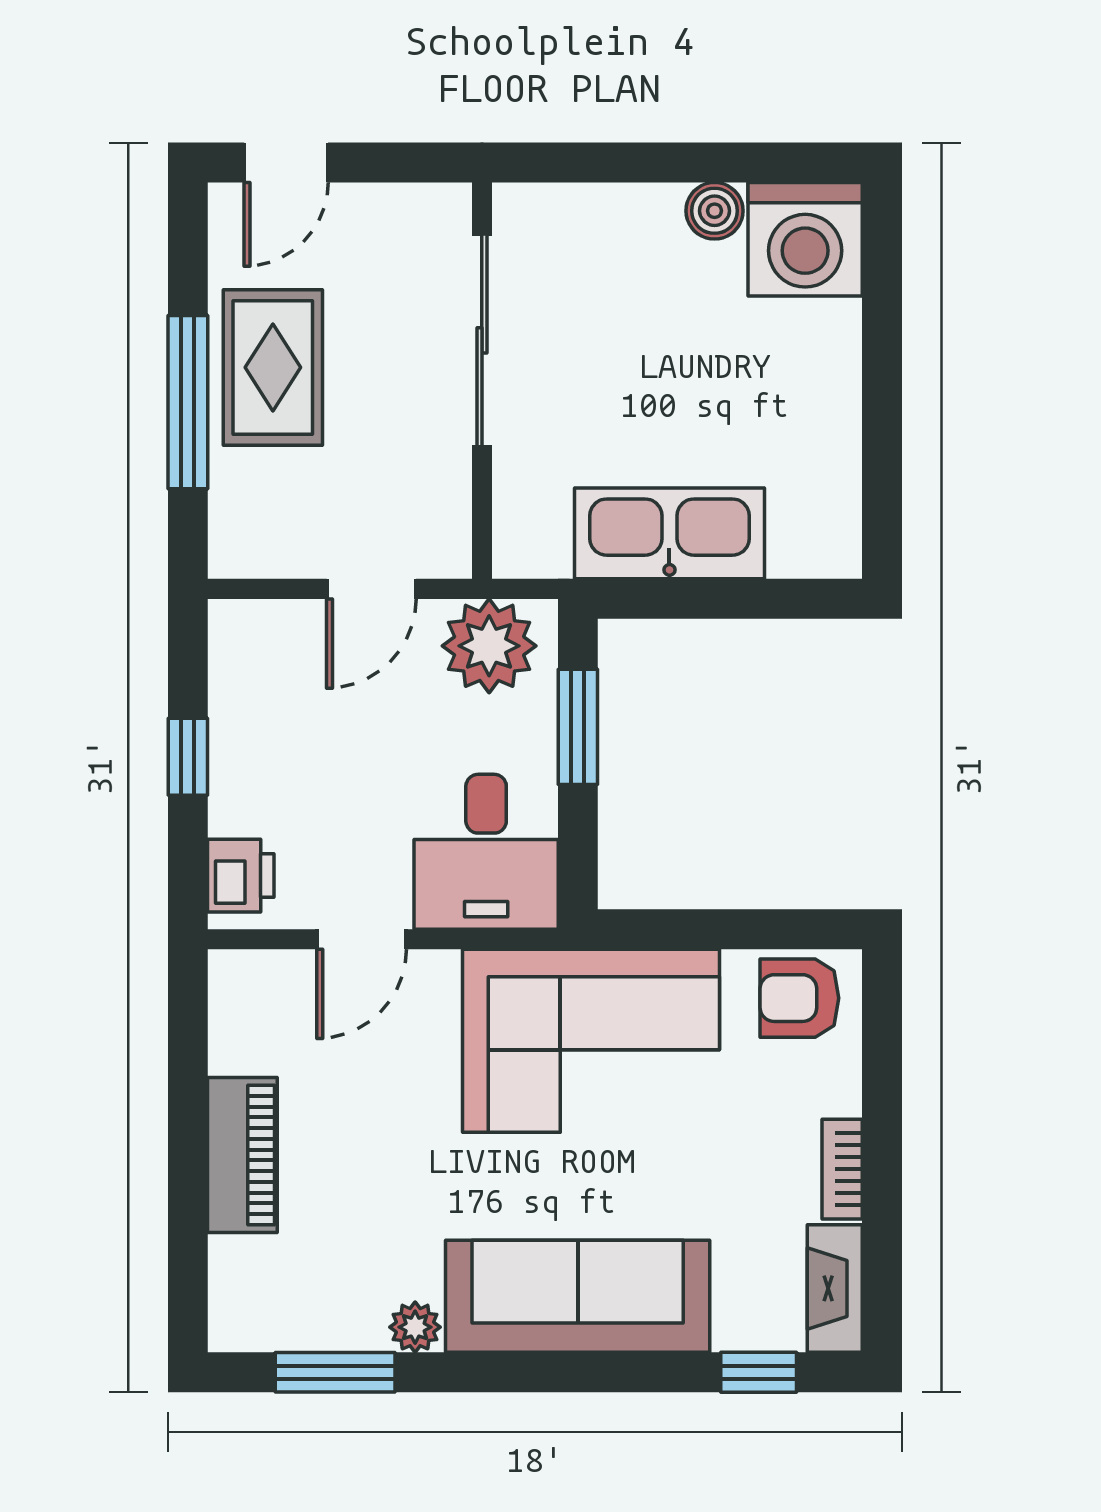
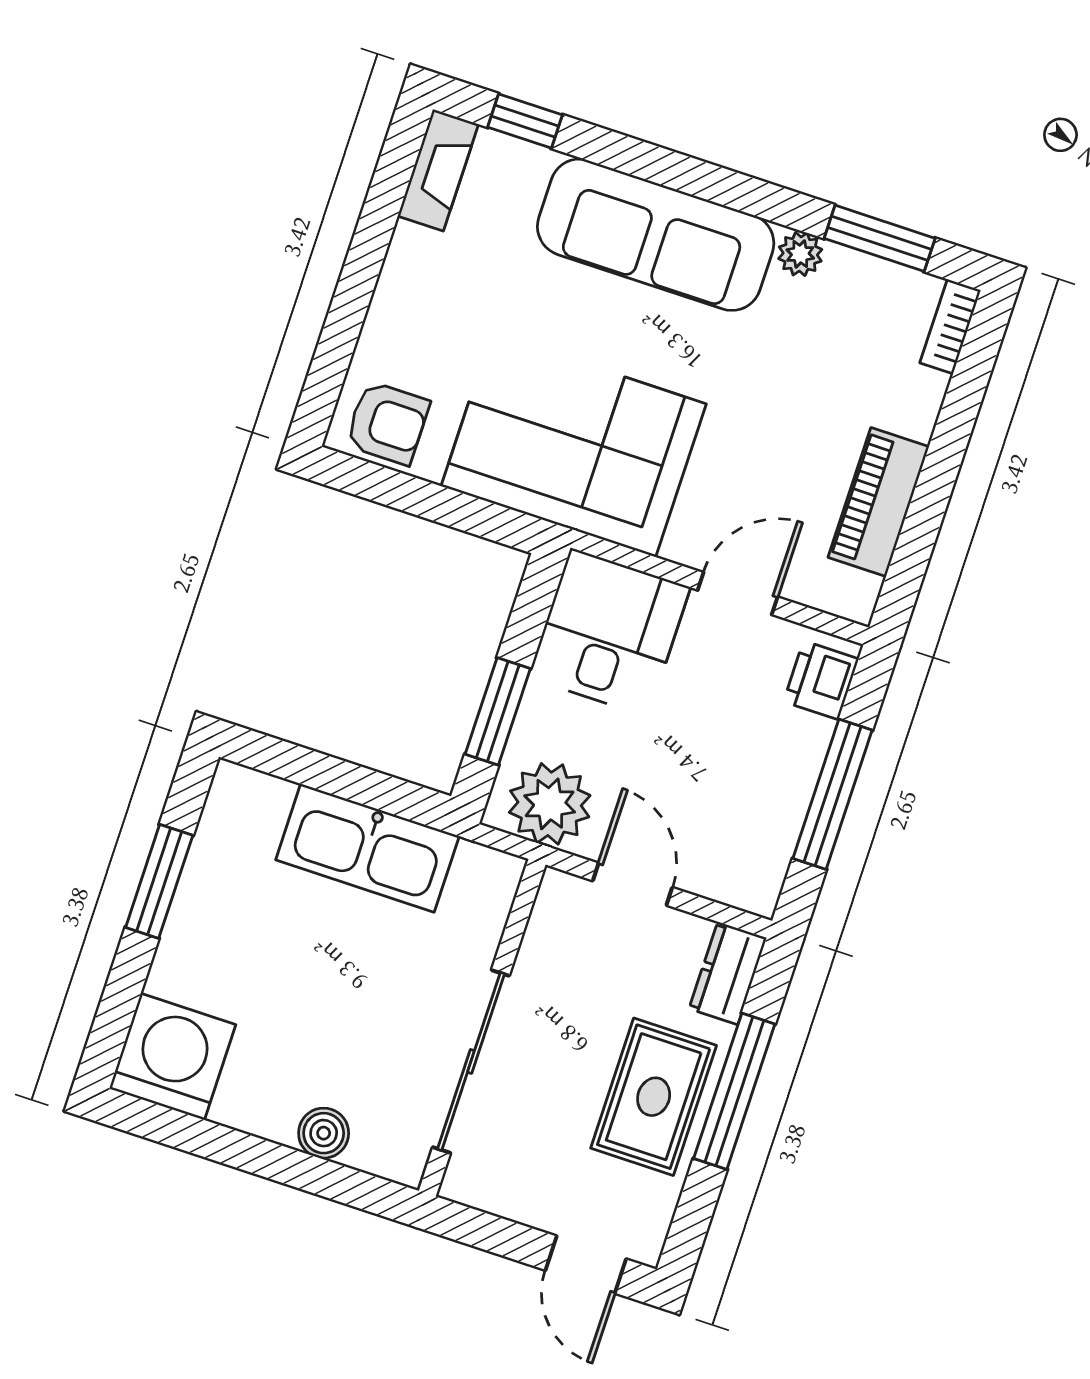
door: (286, 163) -> (586, 1265), swing flipped
boiler: (715, 211) -> (324, 1133), moved
window: (882, 423) -> (159, 881), added
dresser: (237, 527) -> (728, 973), added
door: (371, 589) -> (632, 884), hinge flipped
window: (188, 757) -> (833, 794), width x2.17
piano: (242, 1155) -> (879, 502), moved
bookcase: (842, 1169) -> (950, 327), moved, turned 180

